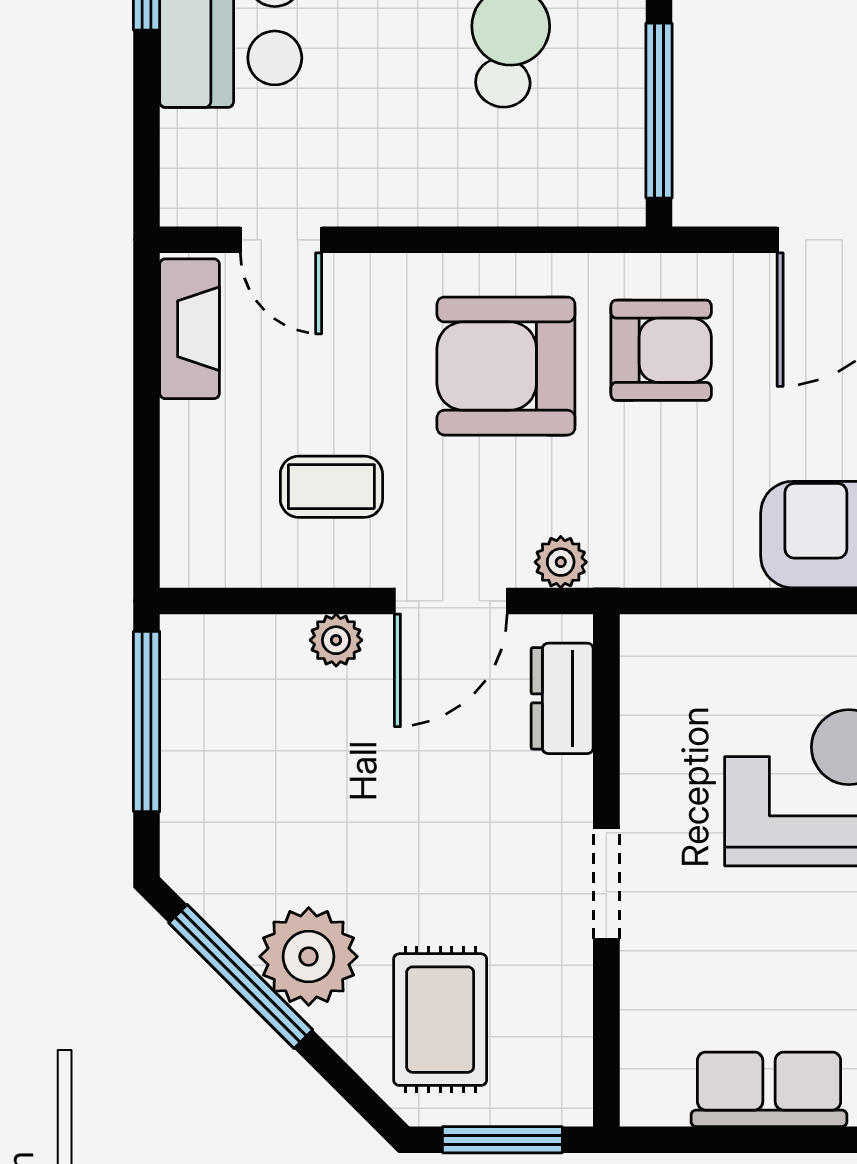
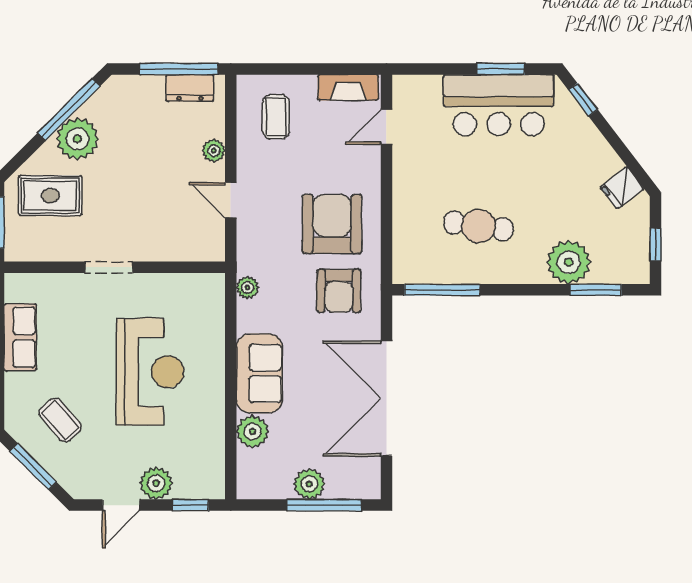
coffee table: (331, 487) -> (276, 117), moved
plant: (561, 562) -> (247, 287), moved
door: (451, 601) -> (231, 200), width x0.73
dresser: (562, 698) -> (190, 88), moved, turned 180

